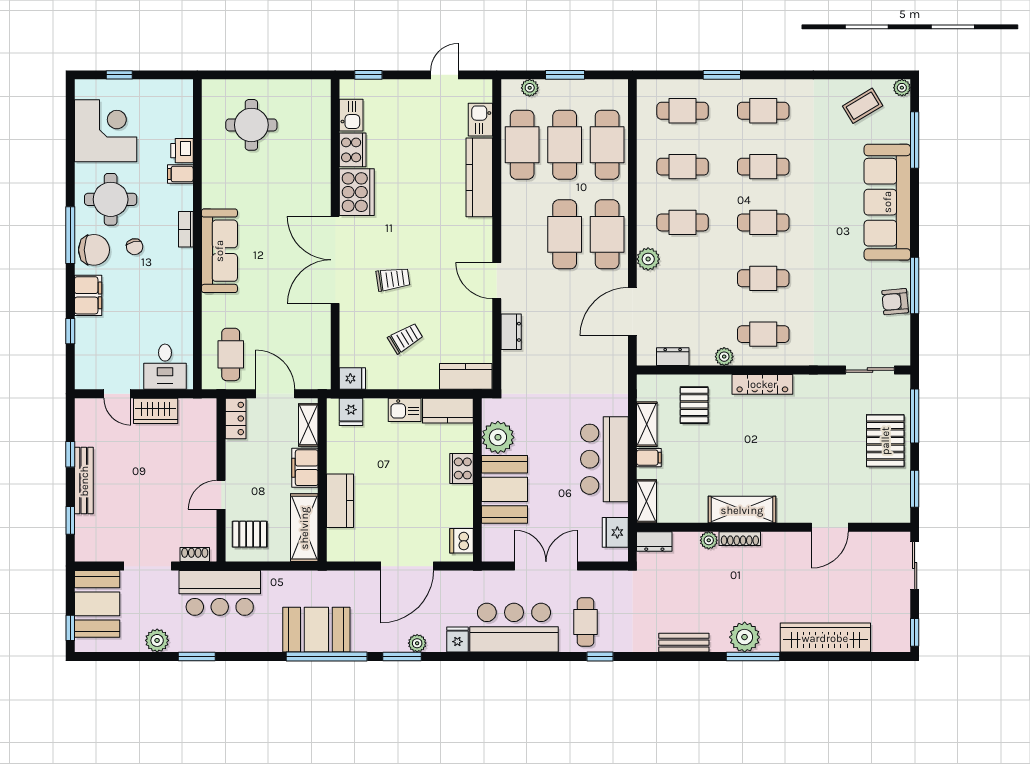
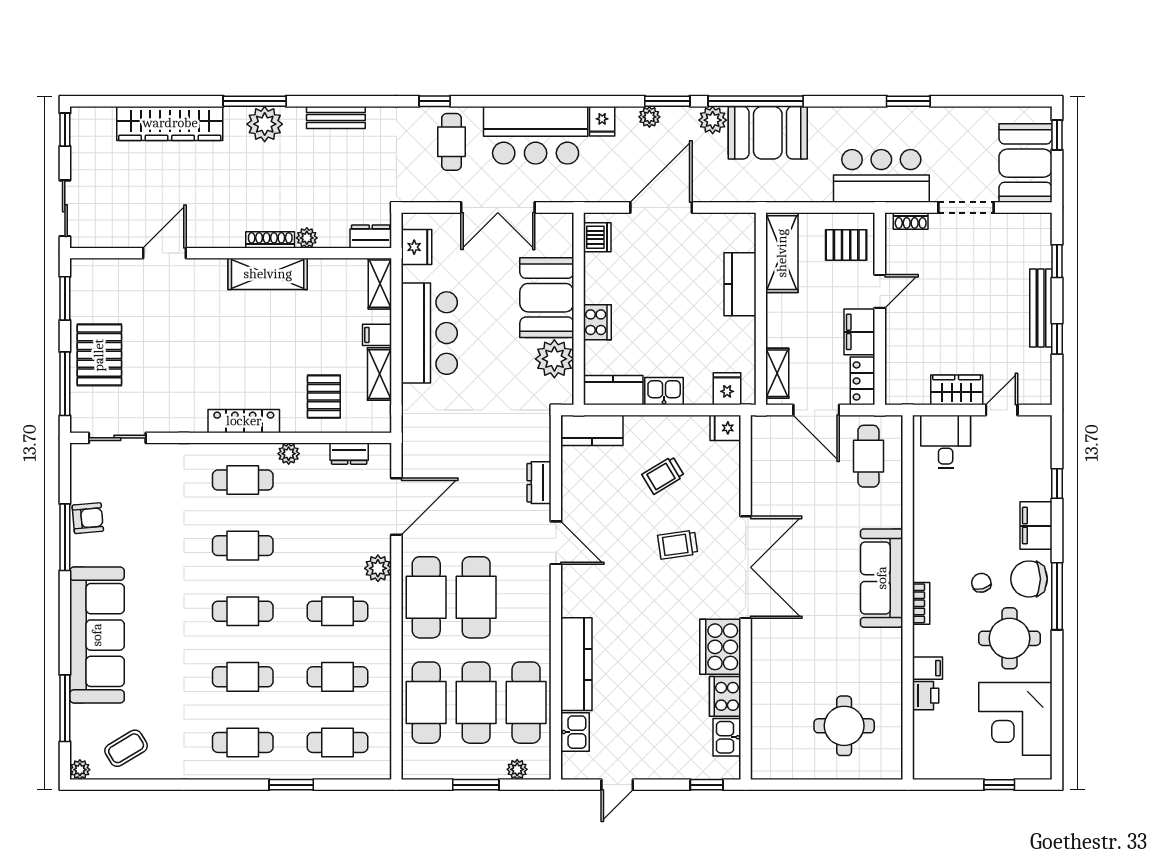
door: (117, 394) -> (1002, 410), hinge flipped
filing cabinet: (305, 468) -> (859, 332), moved, turned 180
plant: (157, 640) -> (713, 120), moved

